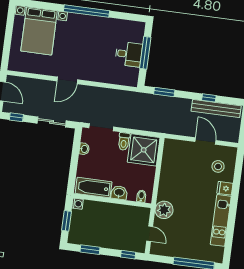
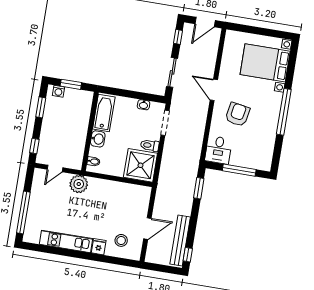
desk: (129, 54) -> (218, 150), moved
armchair: (91, 56) -> (238, 114), added
window: (209, 98) -> (188, 255), moved
washing machine: (77, 204) -> (59, 91), moved

